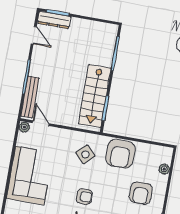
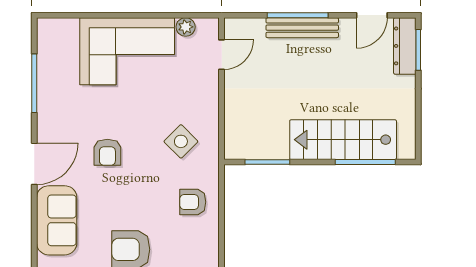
stairs: (95, 96) -> (343, 140), moved
bench: (30, 97) -> (302, 28), moved
plant: (24, 127) -> (186, 27), moved
armchair: (120, 154) -> (193, 202), width x0.53, depth x0.53

